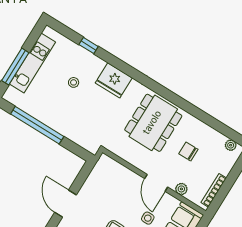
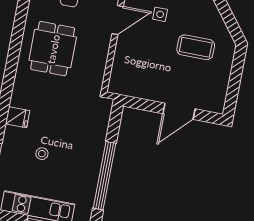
fridge: (114, 80) -> (18, 117), width x0.53, depth x0.75
dining table: (153, 123) -> (53, 49), width x0.73

